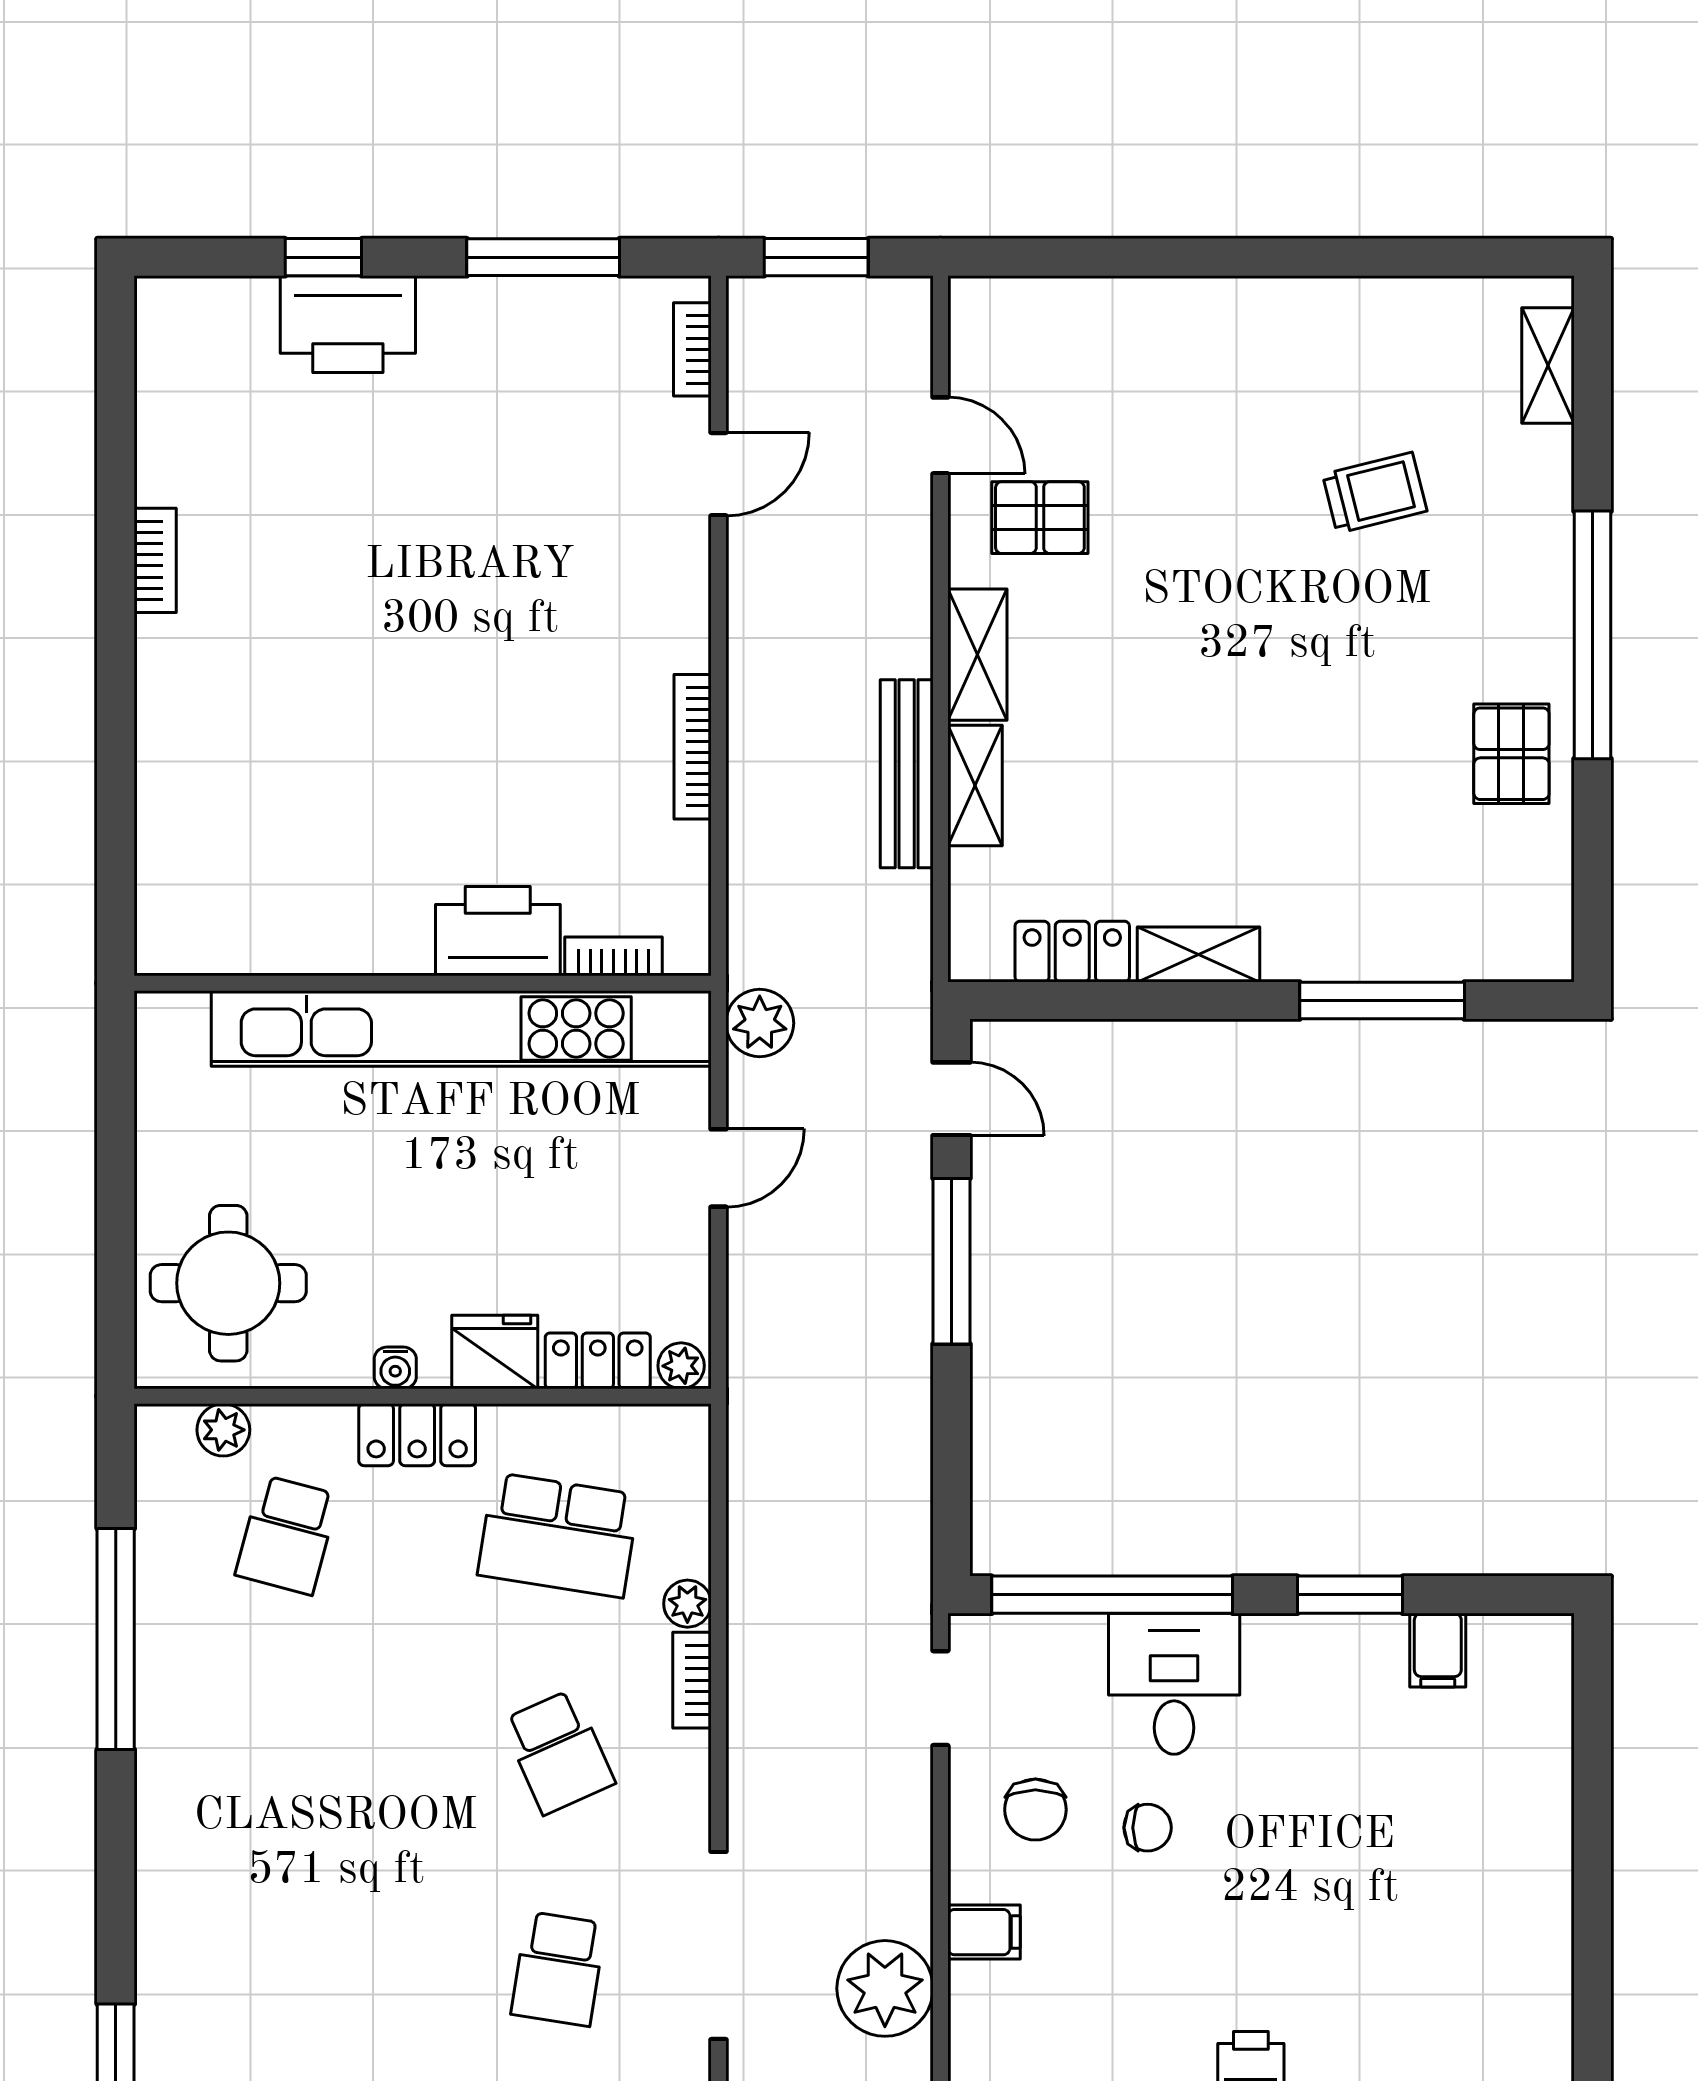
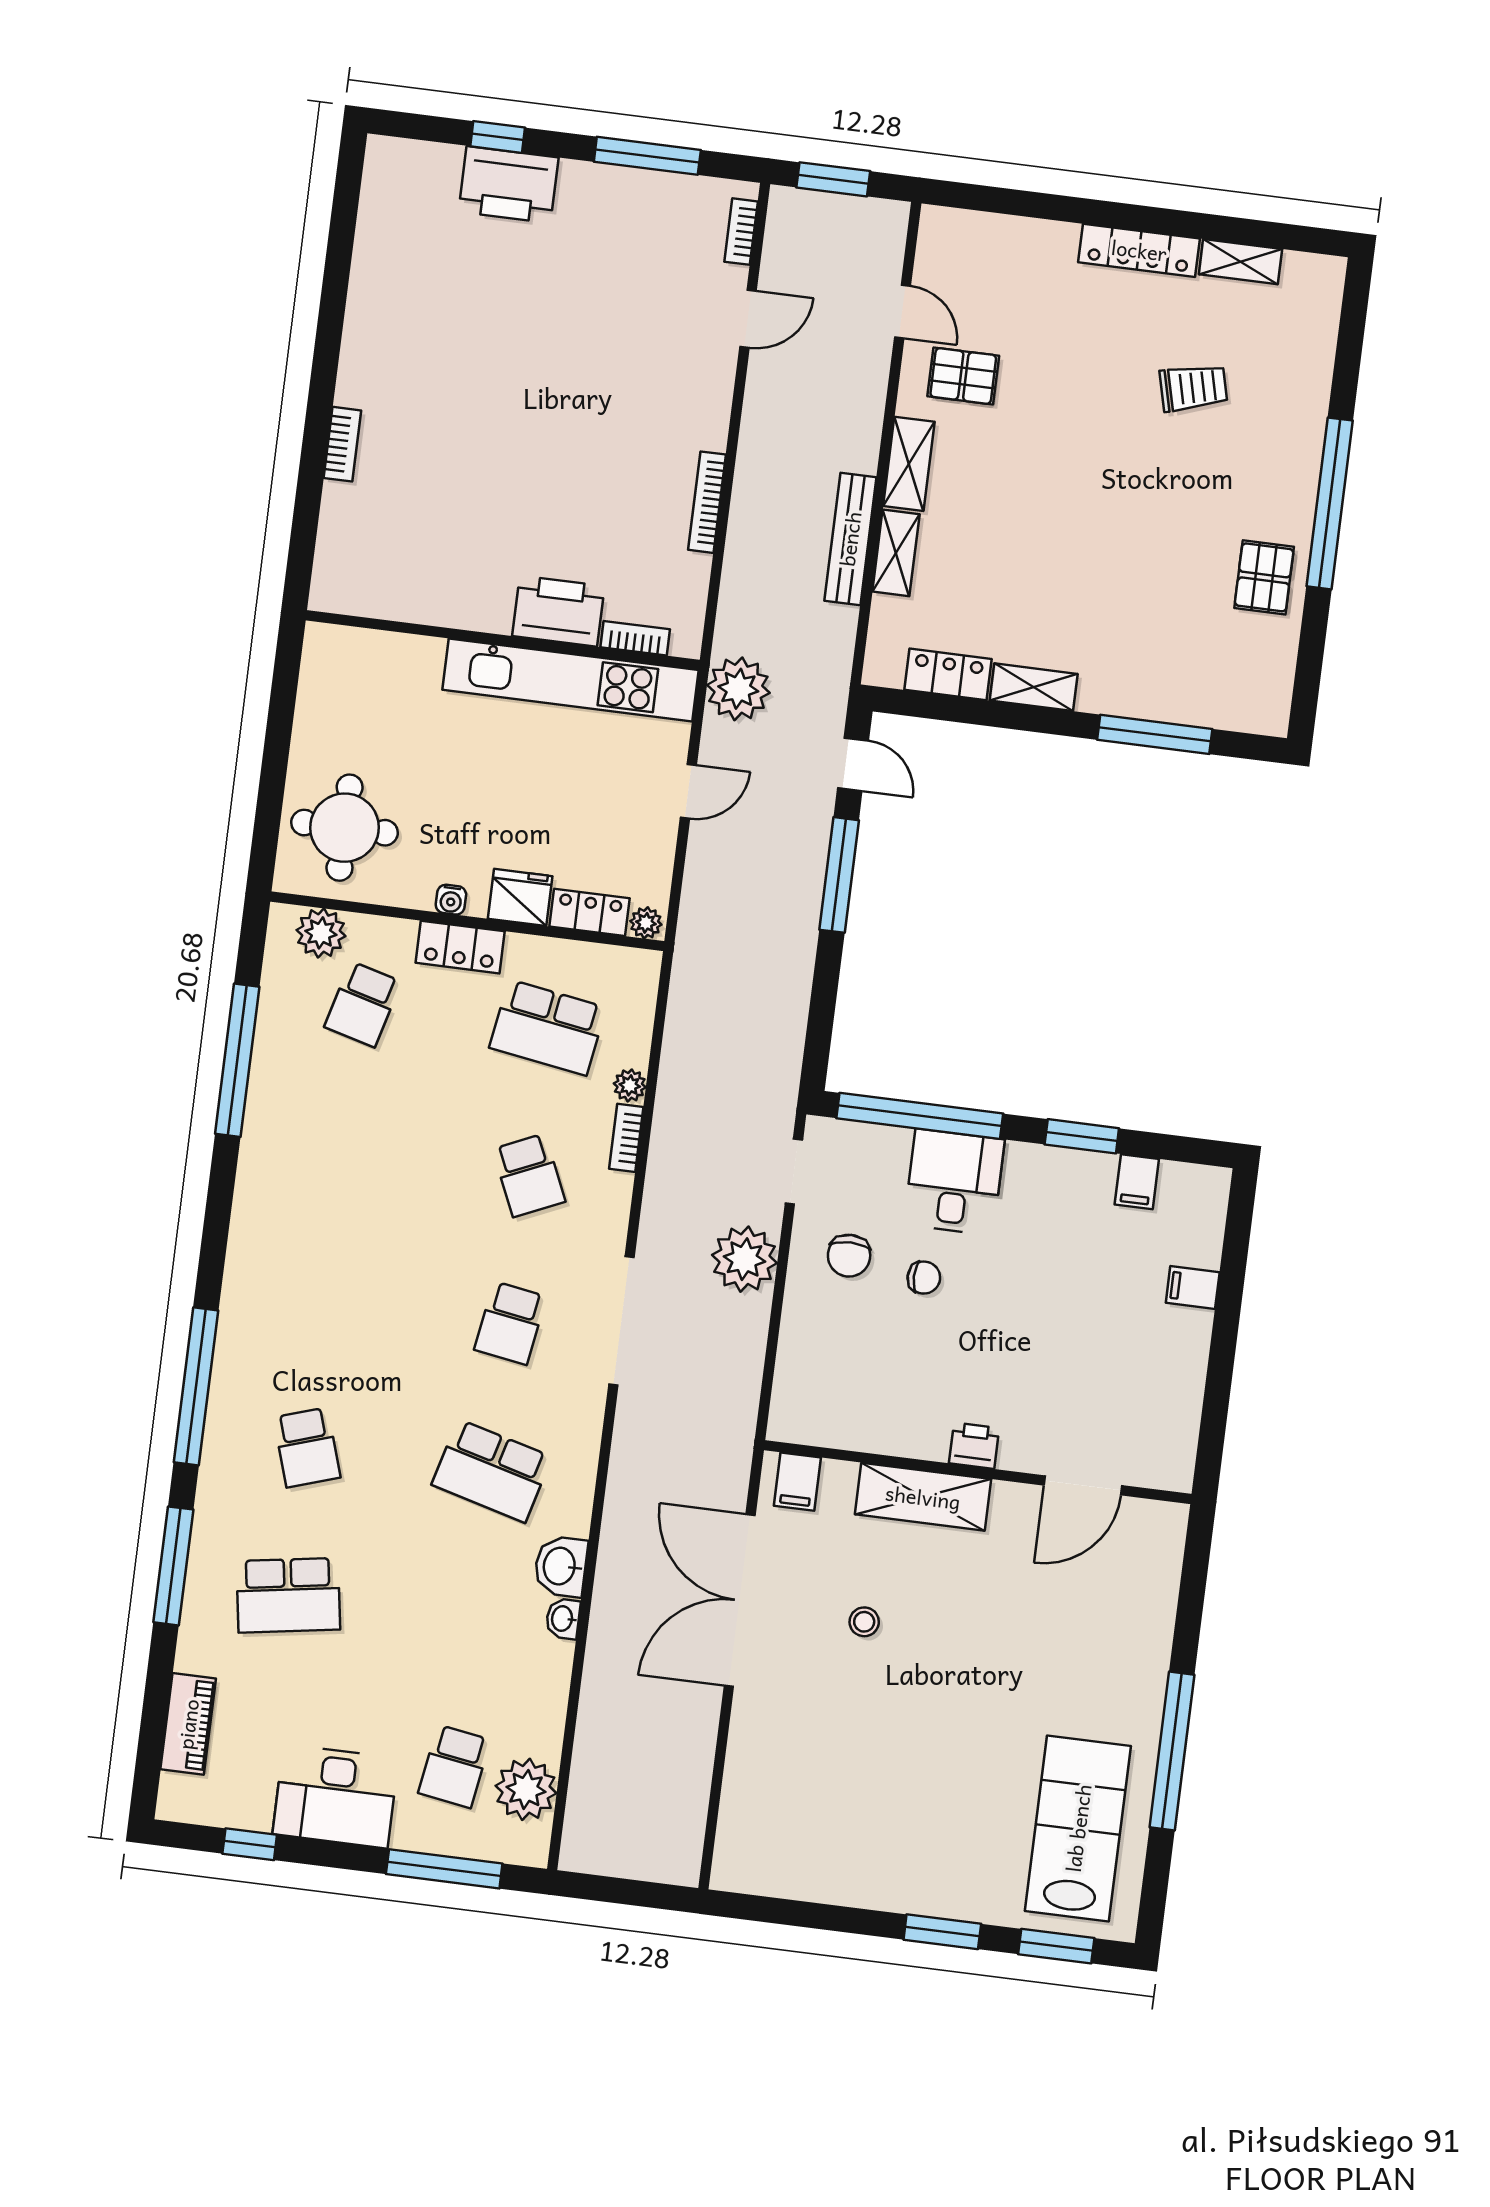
locker: (1271, 304) -> (1139, 250), added
shelving: (1548, 366) -> (1240, 262), moved, turned 90
bookcase: (155, 560) -> (342, 444), moved
plant: (760, 1023) -> (738, 689), width x1.36, depth x1.36
kitchen unit: (461, 1029) -> (570, 680), width x0.73
plant: (223, 1430) -> (321, 933), width x1.38, depth x1.38
filing cabinet: (984, 1932) -> (1193, 1287), moved, turned 180
plant: (885, 1988) -> (744, 1259), moved

